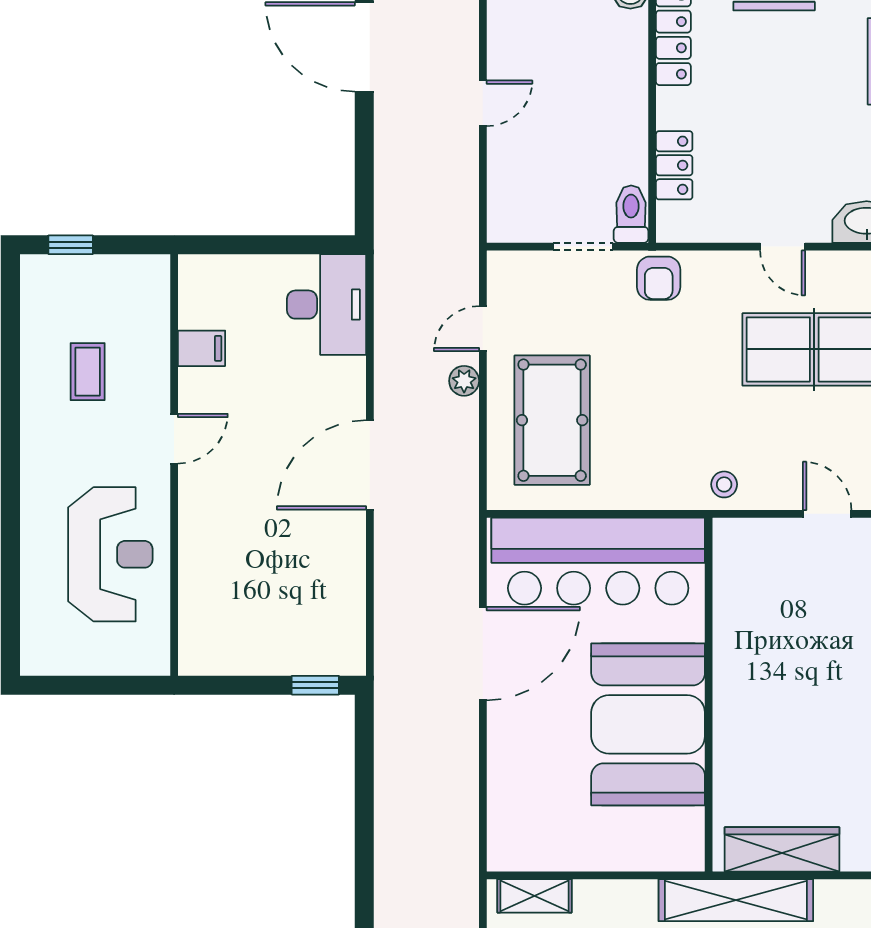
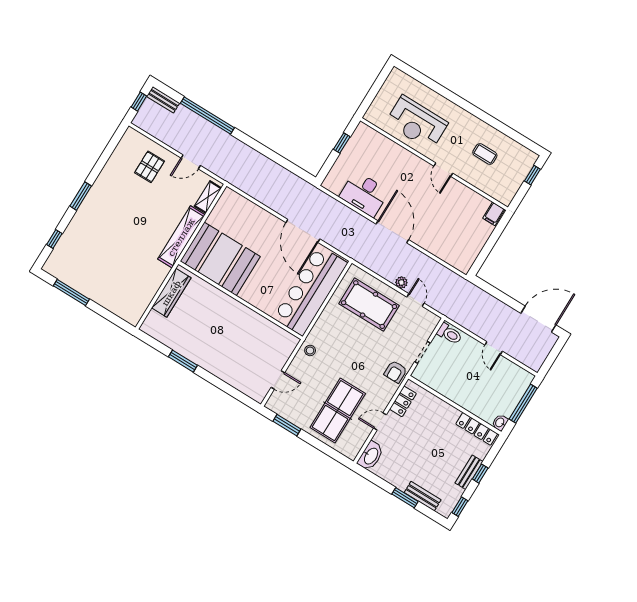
locker: (674, 165) -> (403, 401), moved, turned -90
toilet: (631, 214) -> (449, 334), moved
armchair: (659, 278) -> (395, 372), turned -90
desk: (327, 305) -> (364, 194), moved
filing cabinet: (202, 348) -> (494, 214), moved
window: (315, 685) -> (342, 143), moved
booth: (648, 724) -> (220, 259), moved
shelving: (736, 900) -> (181, 237), moved

